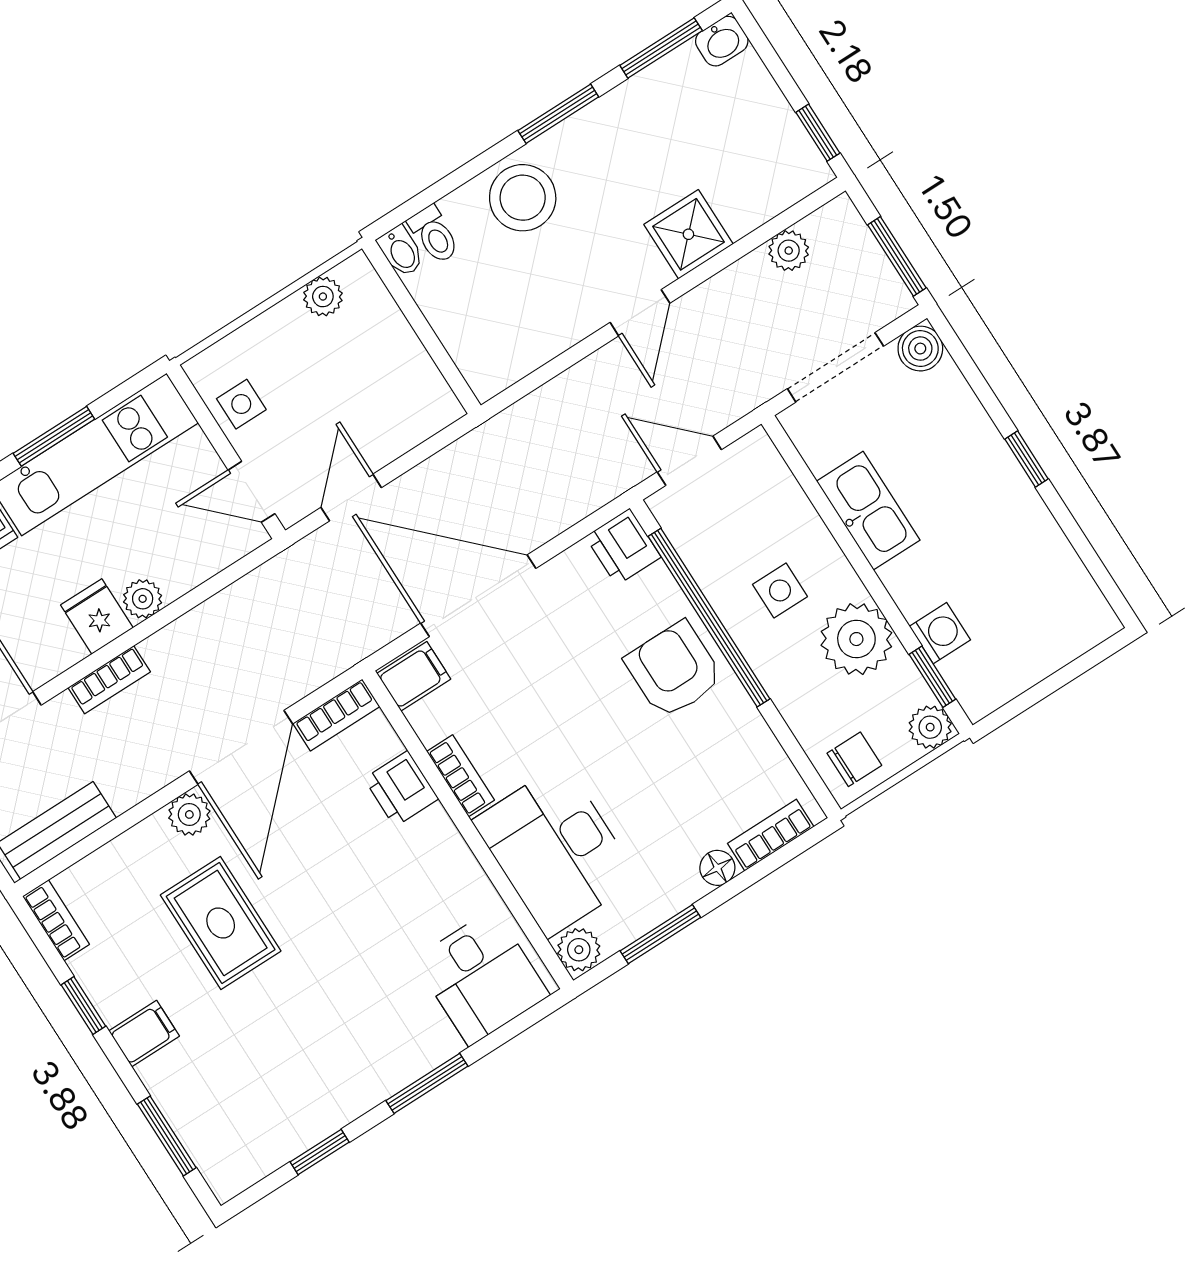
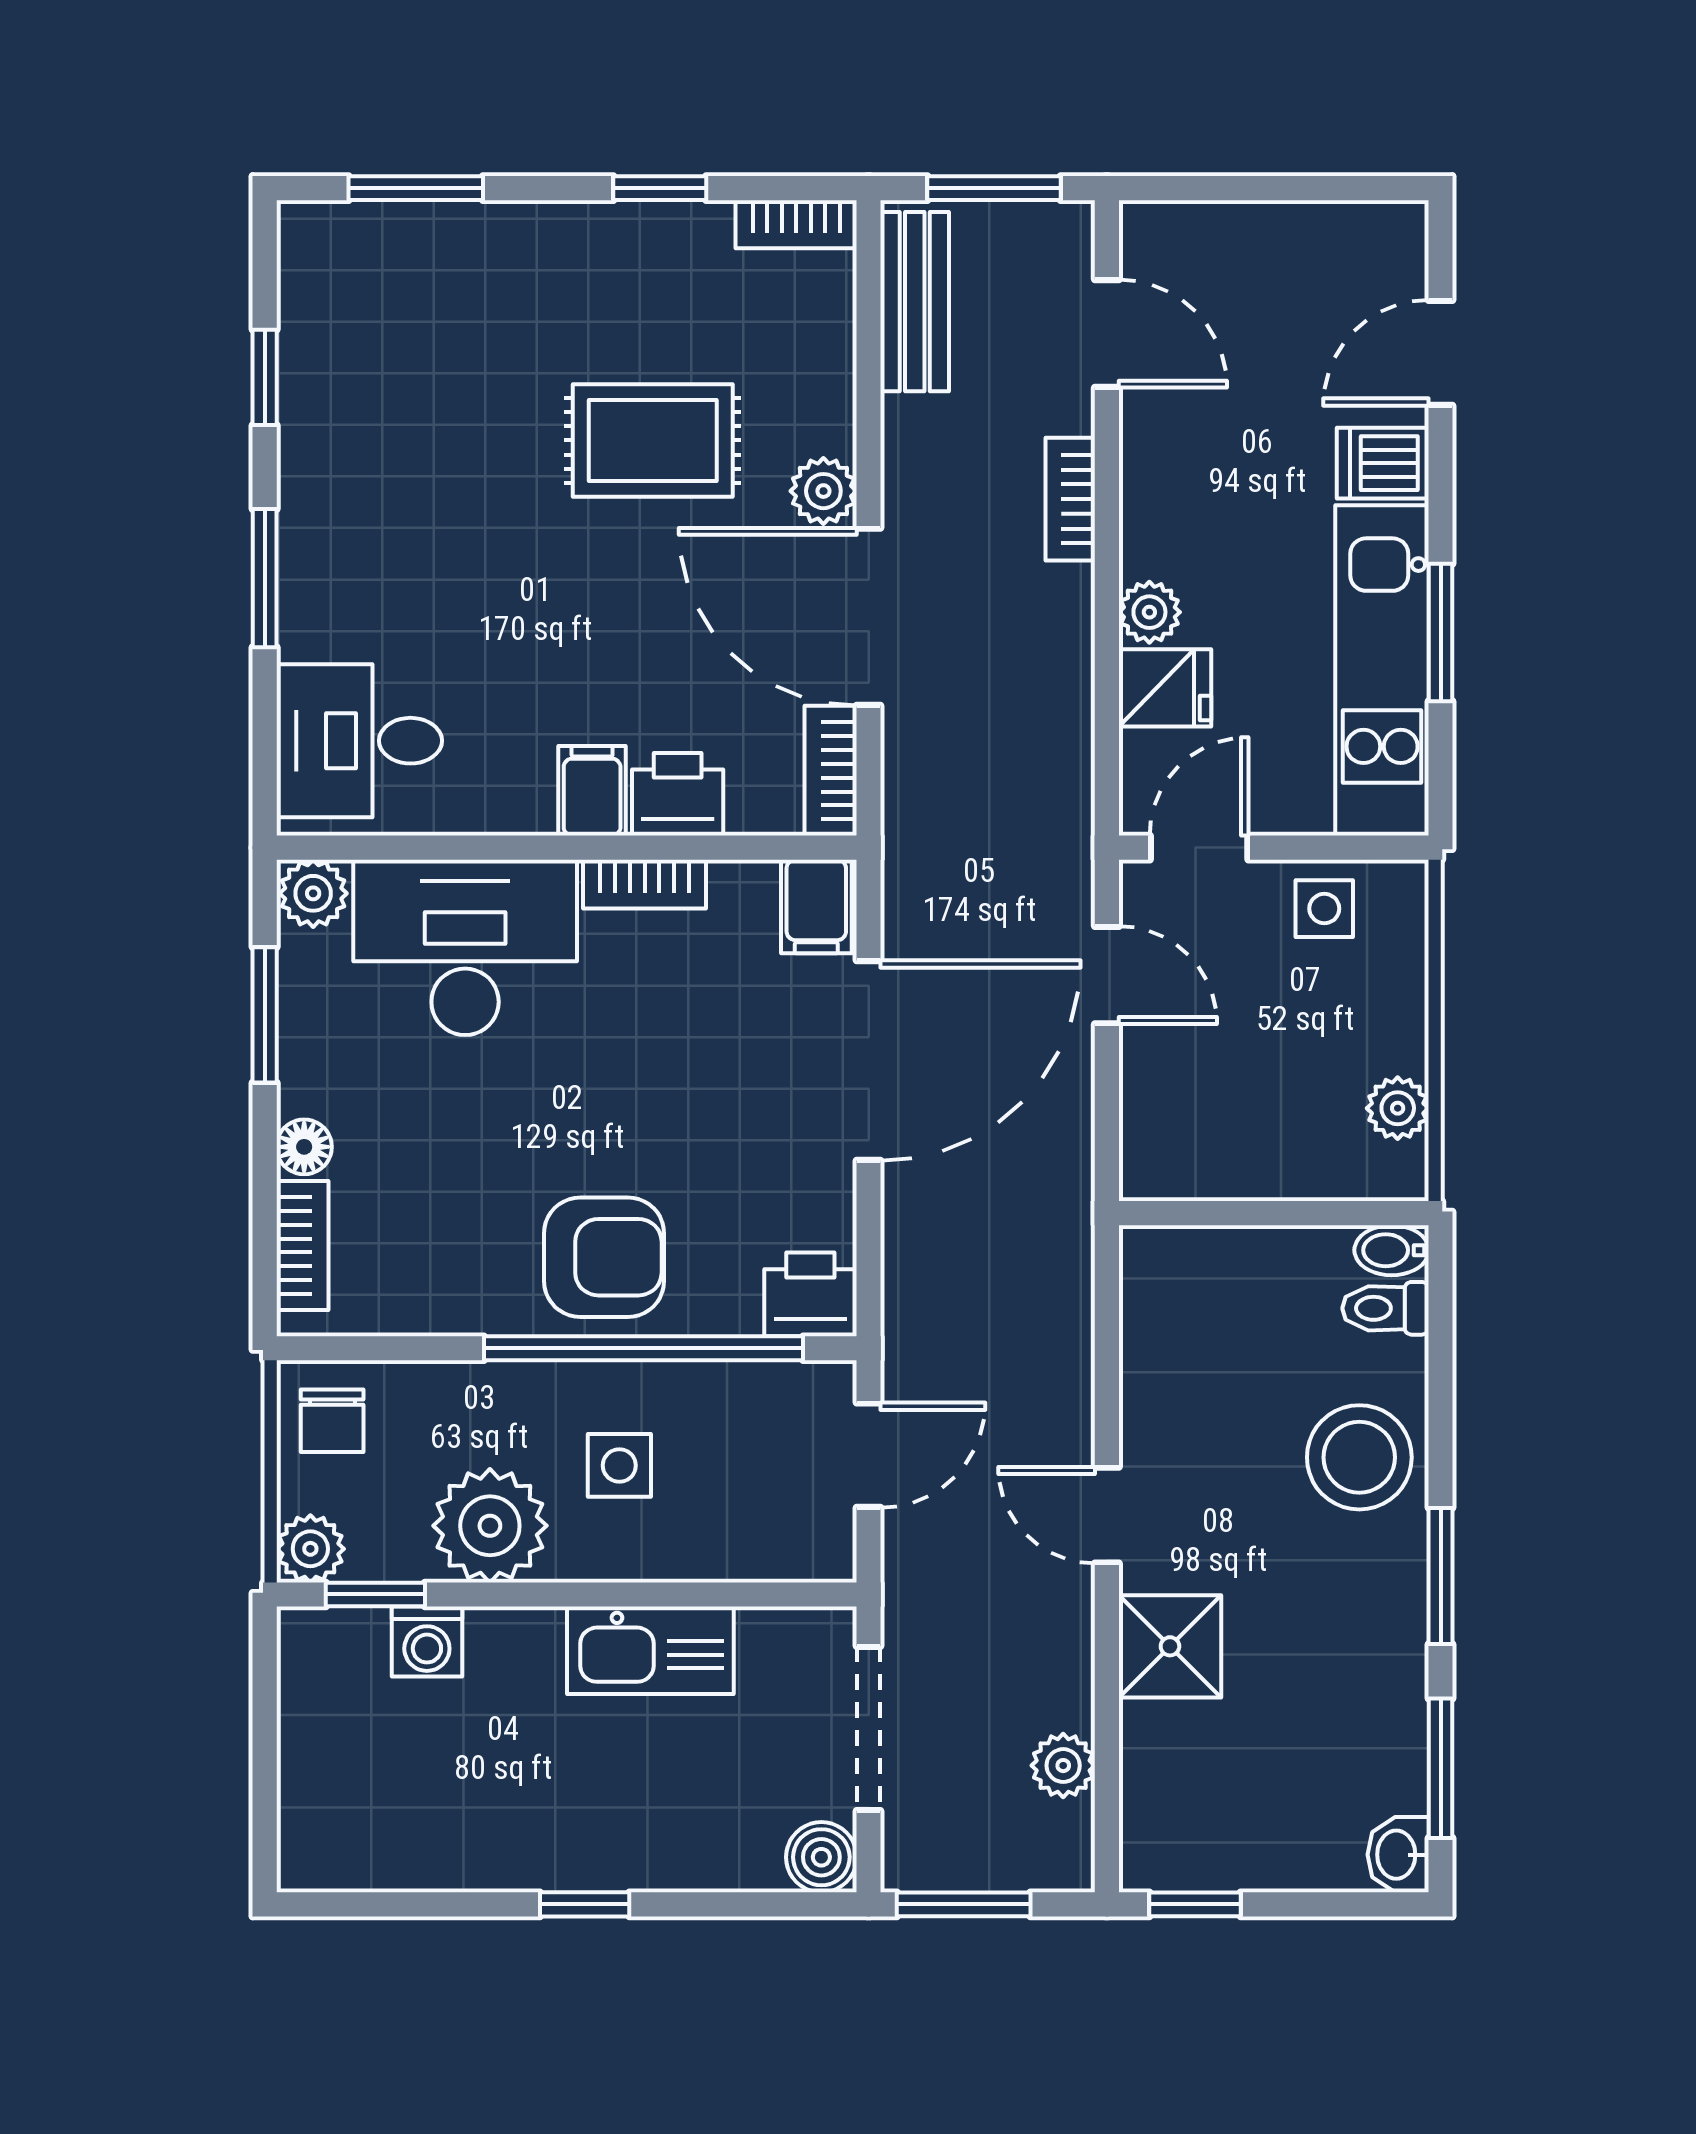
fridge: (97, 616) -> (1165, 688), moved
filing cabinet: (144, 1034) -> (592, 791), moved, turned 180

